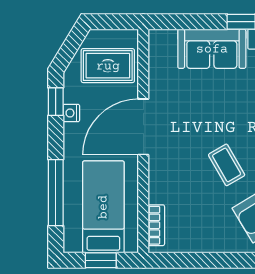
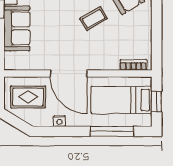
rug: (108, 66) -> (28, 97), turned 90
window: (56, 102) -> (52, 131), removed

